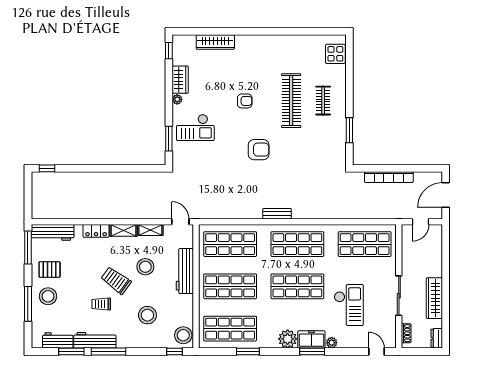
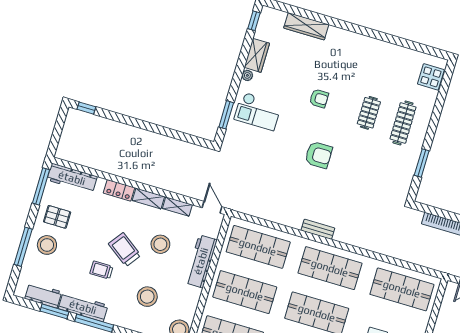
clothes rail: (291, 101) -> (369, 113), width x0.54, depth x0.76
clothes rail: (323, 101) -> (403, 123), width x1.36

